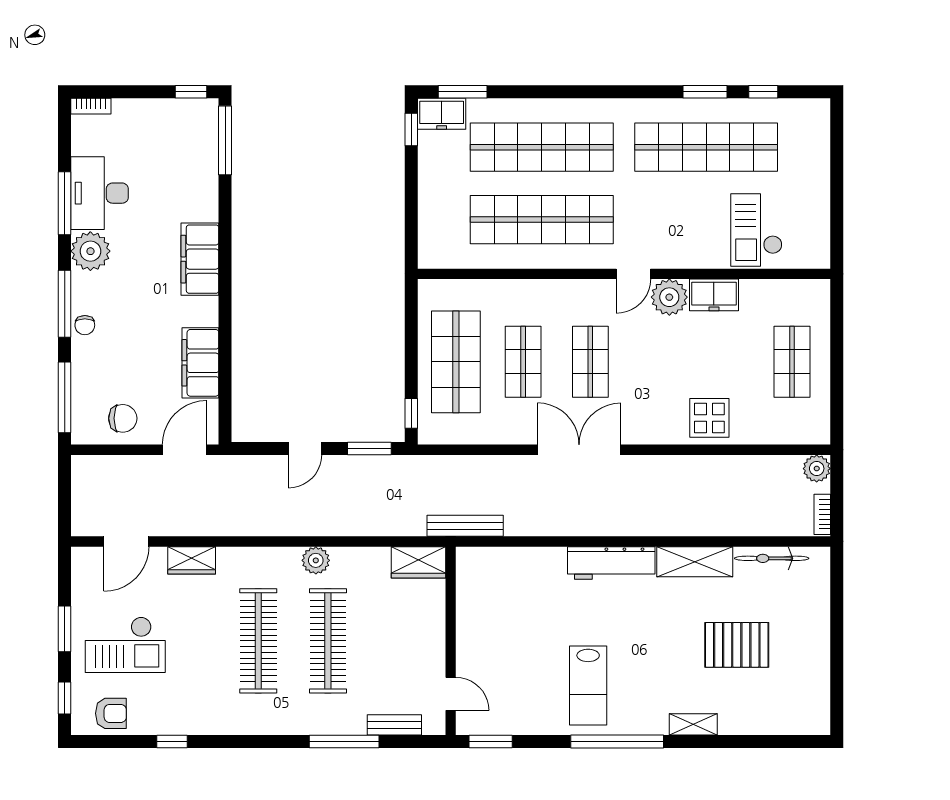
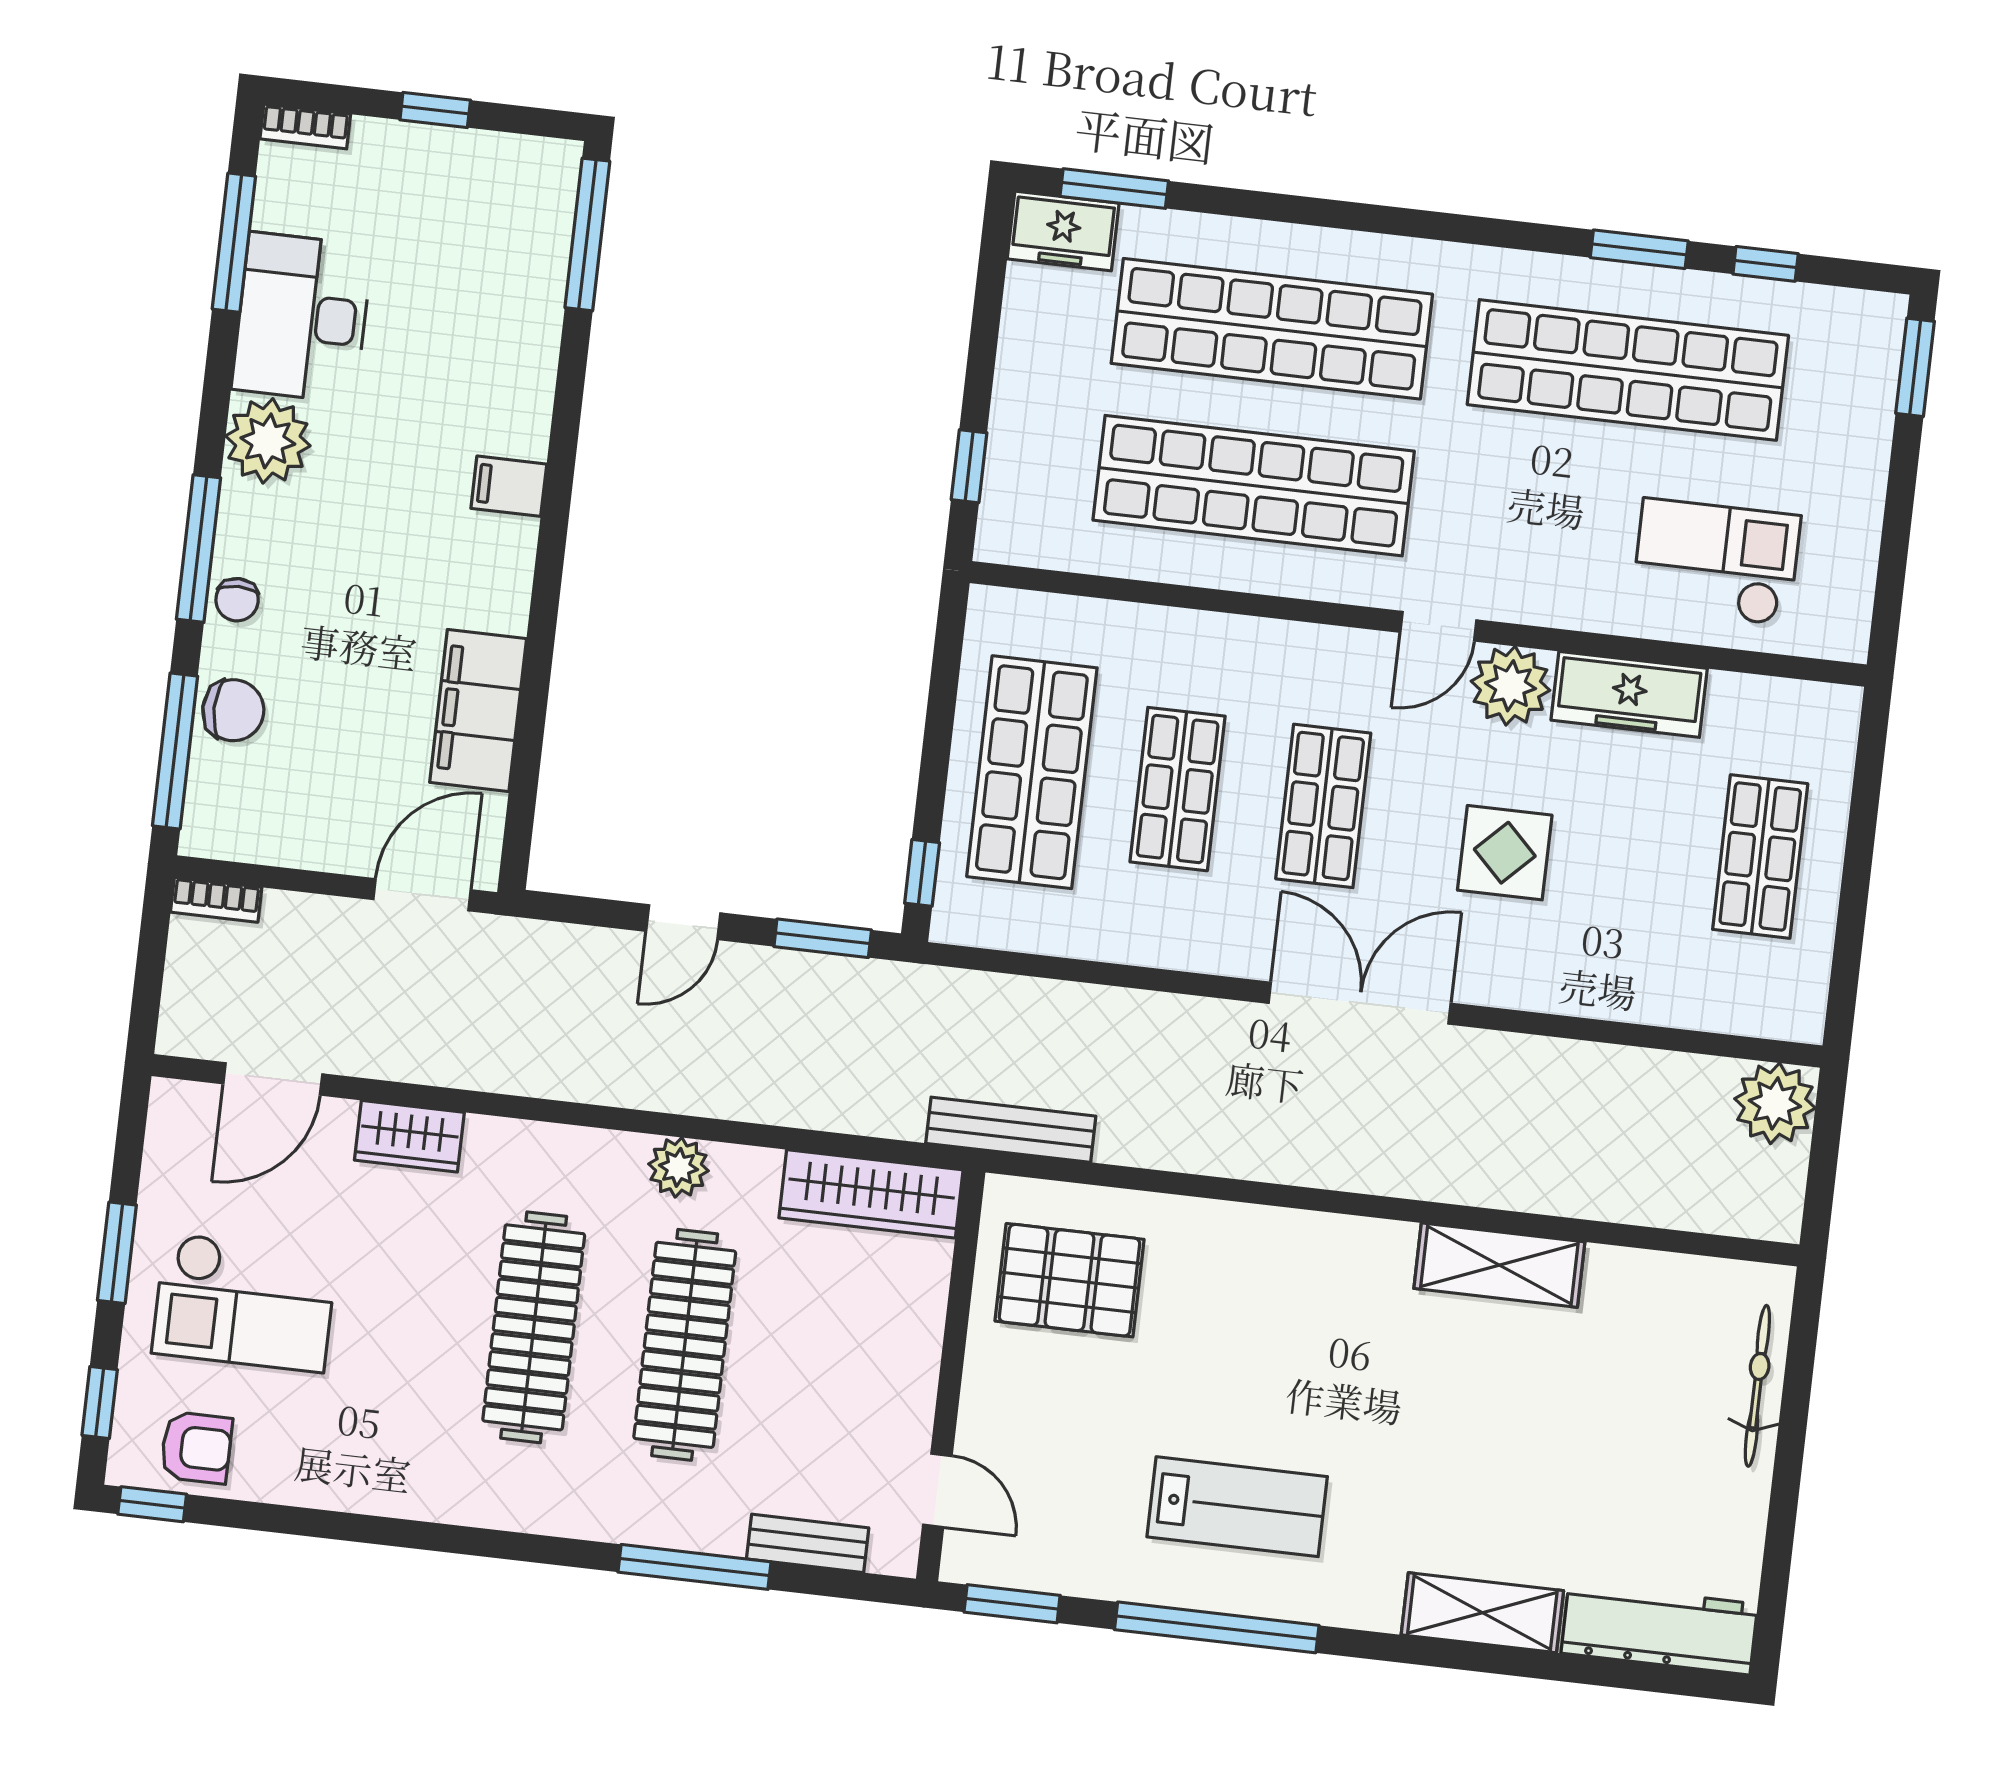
window: (191, 92) -> (435, 110), moved
window: (411, 130) -> (969, 466), moved
window: (837, 131) -> (1915, 367), added
window: (65, 203) -> (234, 243), moved
checkout: (756, 230) -> (1716, 562), turned 90
filing cabinet: (200, 259) -> (509, 486), width x0.33, depth x0.86
freezer: (714, 295) -> (1629, 694), width x1.40
chair: (123, 418) -> (233, 710), moved
display table: (709, 418) -> (1505, 853), moved
double door: (579, 450) -> (1360, 1003), moved
plant: (817, 469) -> (1775, 1103), width x1.36, depth x1.36
bookcase: (822, 514) -> (216, 900), moved, turned -90
bicycle: (772, 558) -> (1757, 1386), moved, turned 90
wardrobe: (418, 562) -> (871, 1194), width x1.50
workbench: (611, 563) -> (1659, 1629), moved, turned 180
pallet: (737, 645) -> (1069, 1280), moved
lab bench: (588, 685) -> (1237, 1507), turned -90
shelving: (693, 724) -> (1482, 1613), width x1.50, depth x1.33
window: (172, 742) -> (152, 1504), moved
window: (617, 742) -> (1217, 1627), moved

